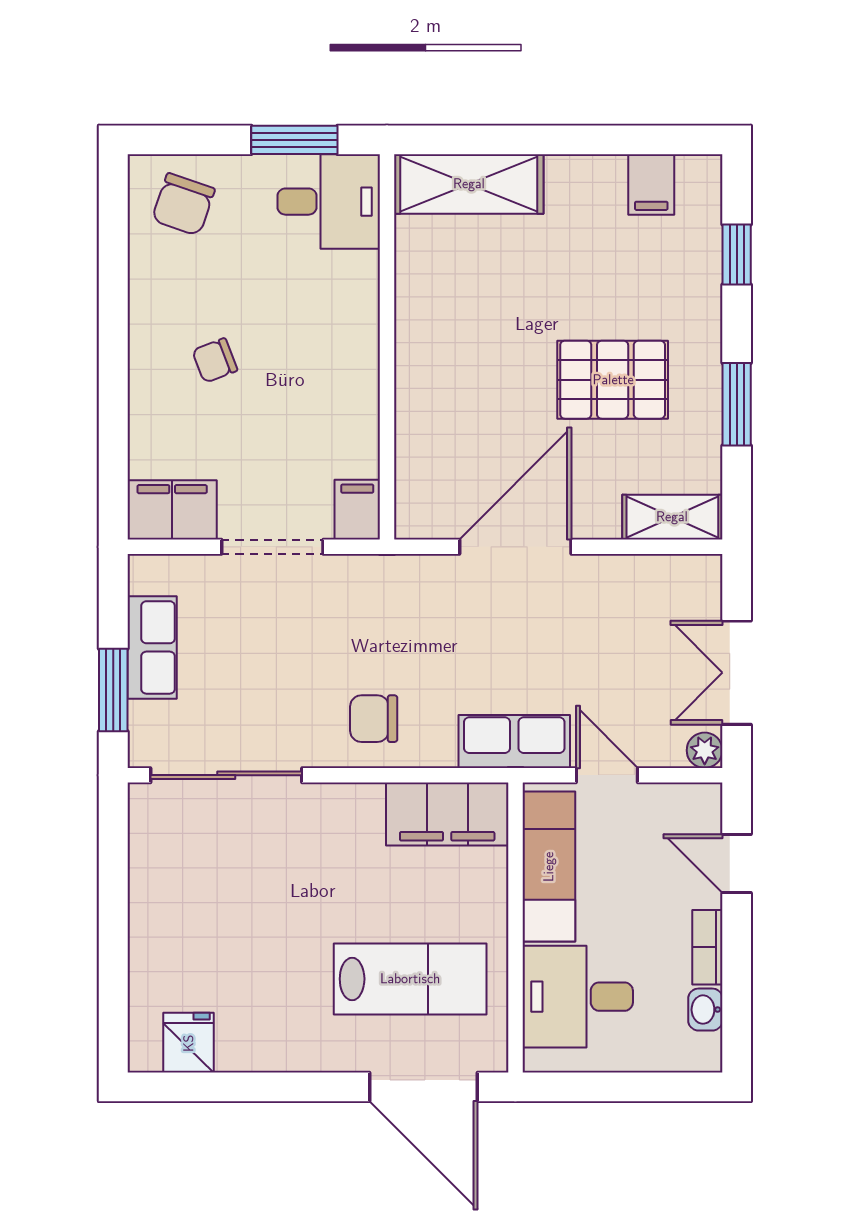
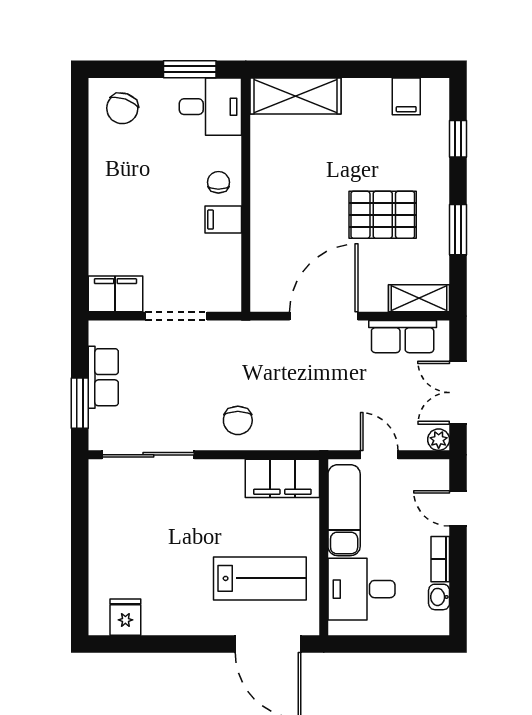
chair: (215, 360) -> (218, 182), moved, turned 111
filing cabinet: (357, 510) -> (223, 220), moved, turned -90
chair: (374, 719) -> (238, 420), turned -90
row of seats: (514, 742) -> (403, 337), moved, turned 180

